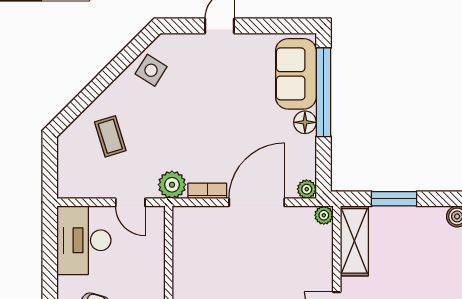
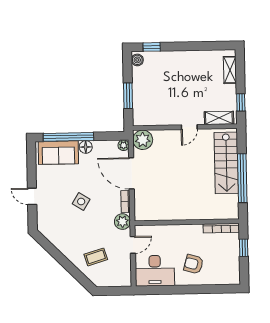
side table: (151, 70) -> (81, 202), moved
plant: (324, 215) -> (143, 140), width x1.88, depth x1.88
shelving: (354, 241) -> (152, 118), removed

